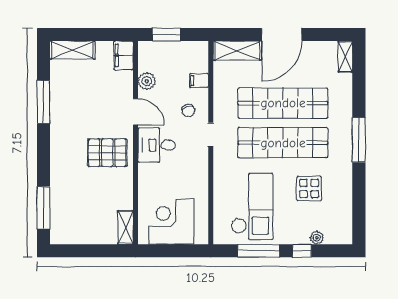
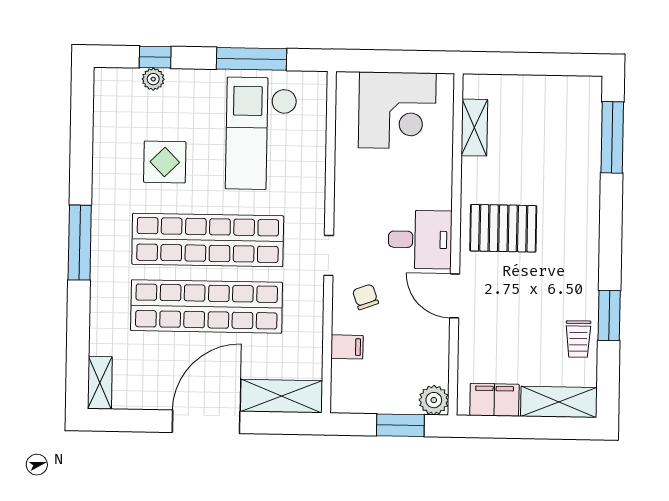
filing cabinet: (123, 55) -> (494, 400), moved, turned -90
plant: (147, 81) -> (434, 400), moved
trolley: (62, 88) -> (578, 339), added
window: (43, 102) -> (609, 315), width x0.69
shelving: (125, 227) -> (474, 128), moved
window: (302, 251) -> (155, 57), moved

